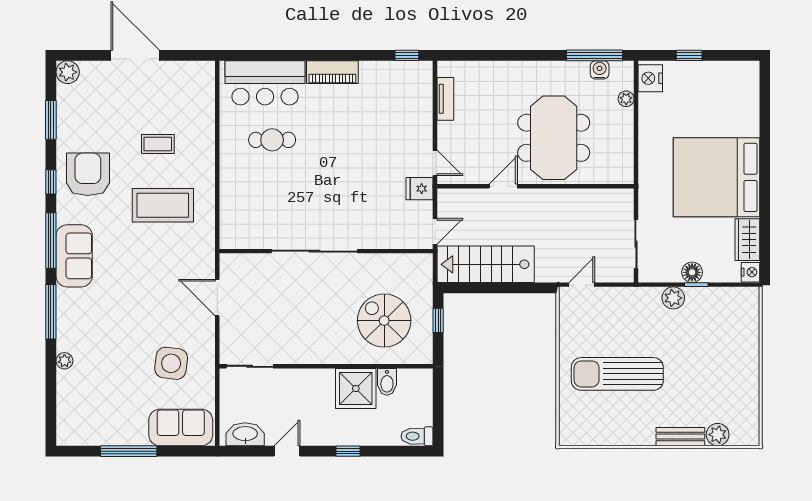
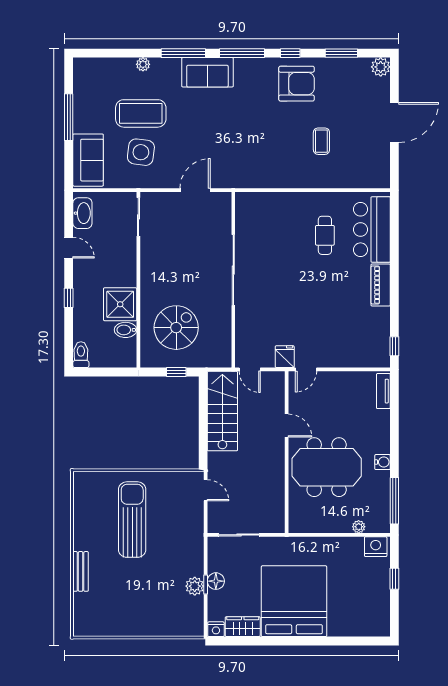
water cooler: (600, 70) -> (382, 462), moved
tv unit: (445, 99) -> (383, 391), moved, turned 90
coffee table: (163, 205) -> (141, 113), moved, turned 90
sofa: (74, 256) -> (207, 72), moved
plant: (673, 298) -> (195, 586), moved
plant: (718, 435) -> (82, 602), removed

